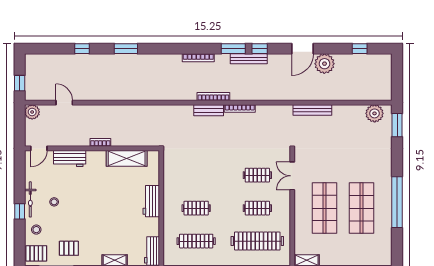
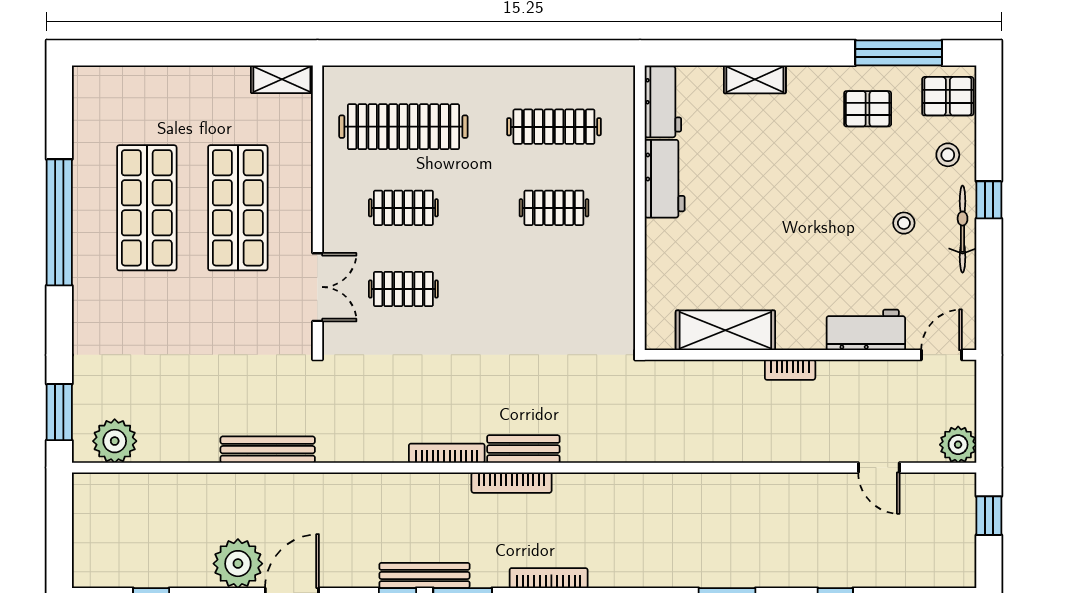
workbench: (151, 201) -> (665, 179), moved

